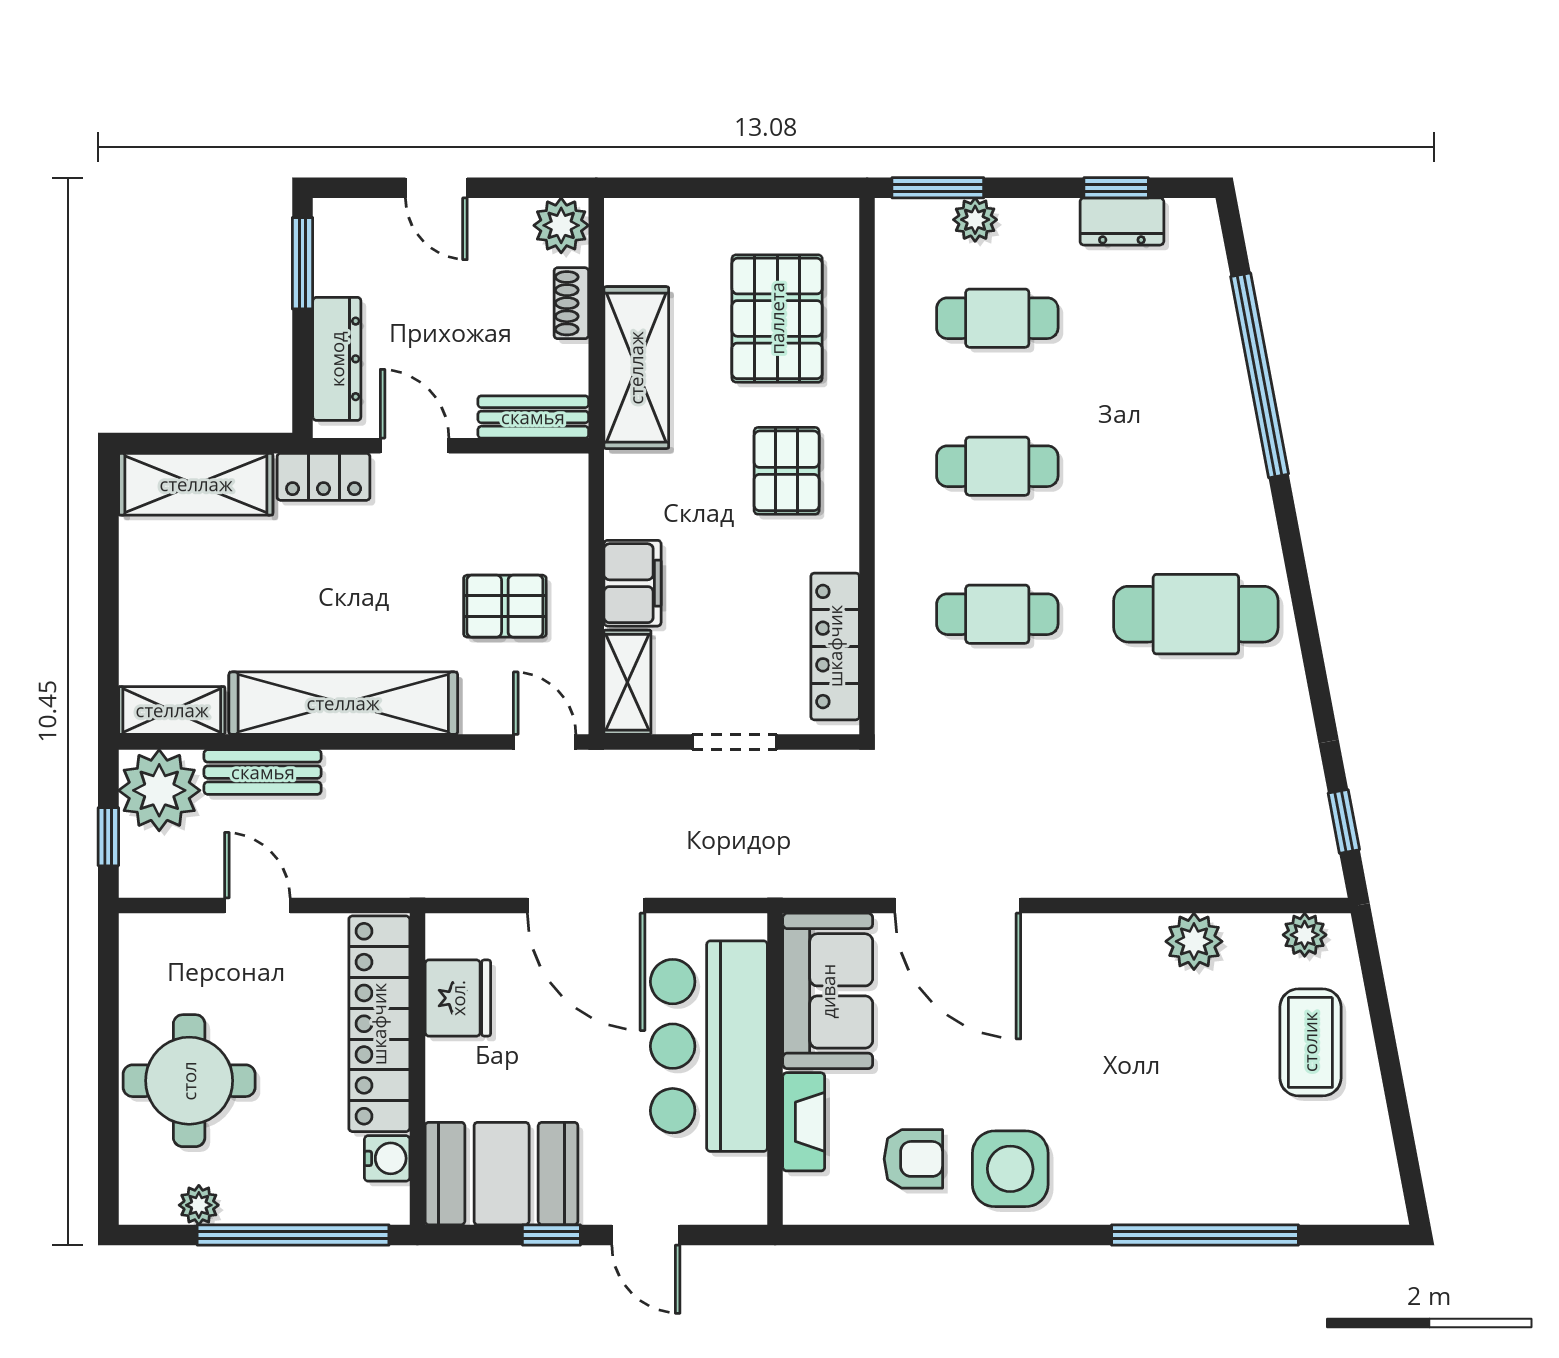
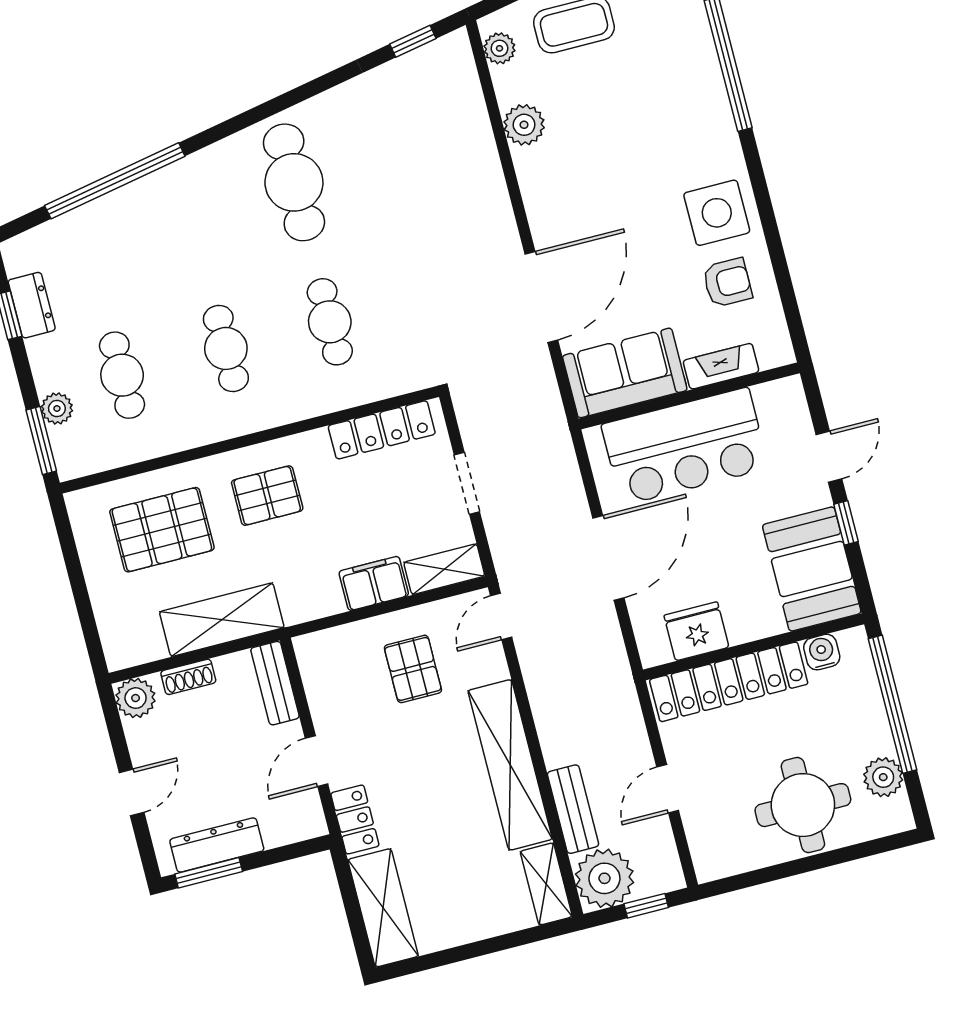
dresser: (337, 359) -> (217, 845), moved
armchair: (913, 1159) -> (727, 283), turned 90
plant: (199, 1205) -> (883, 777), width x1.38, depth x1.38

